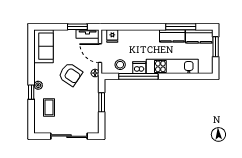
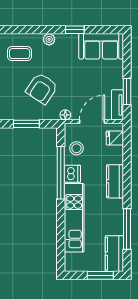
kitchen counter: (172, 36) -> (115, 181), moved
armchair: (70, 74) -> (42, 89), moved
window: (31, 92) -> (75, 30), moved

